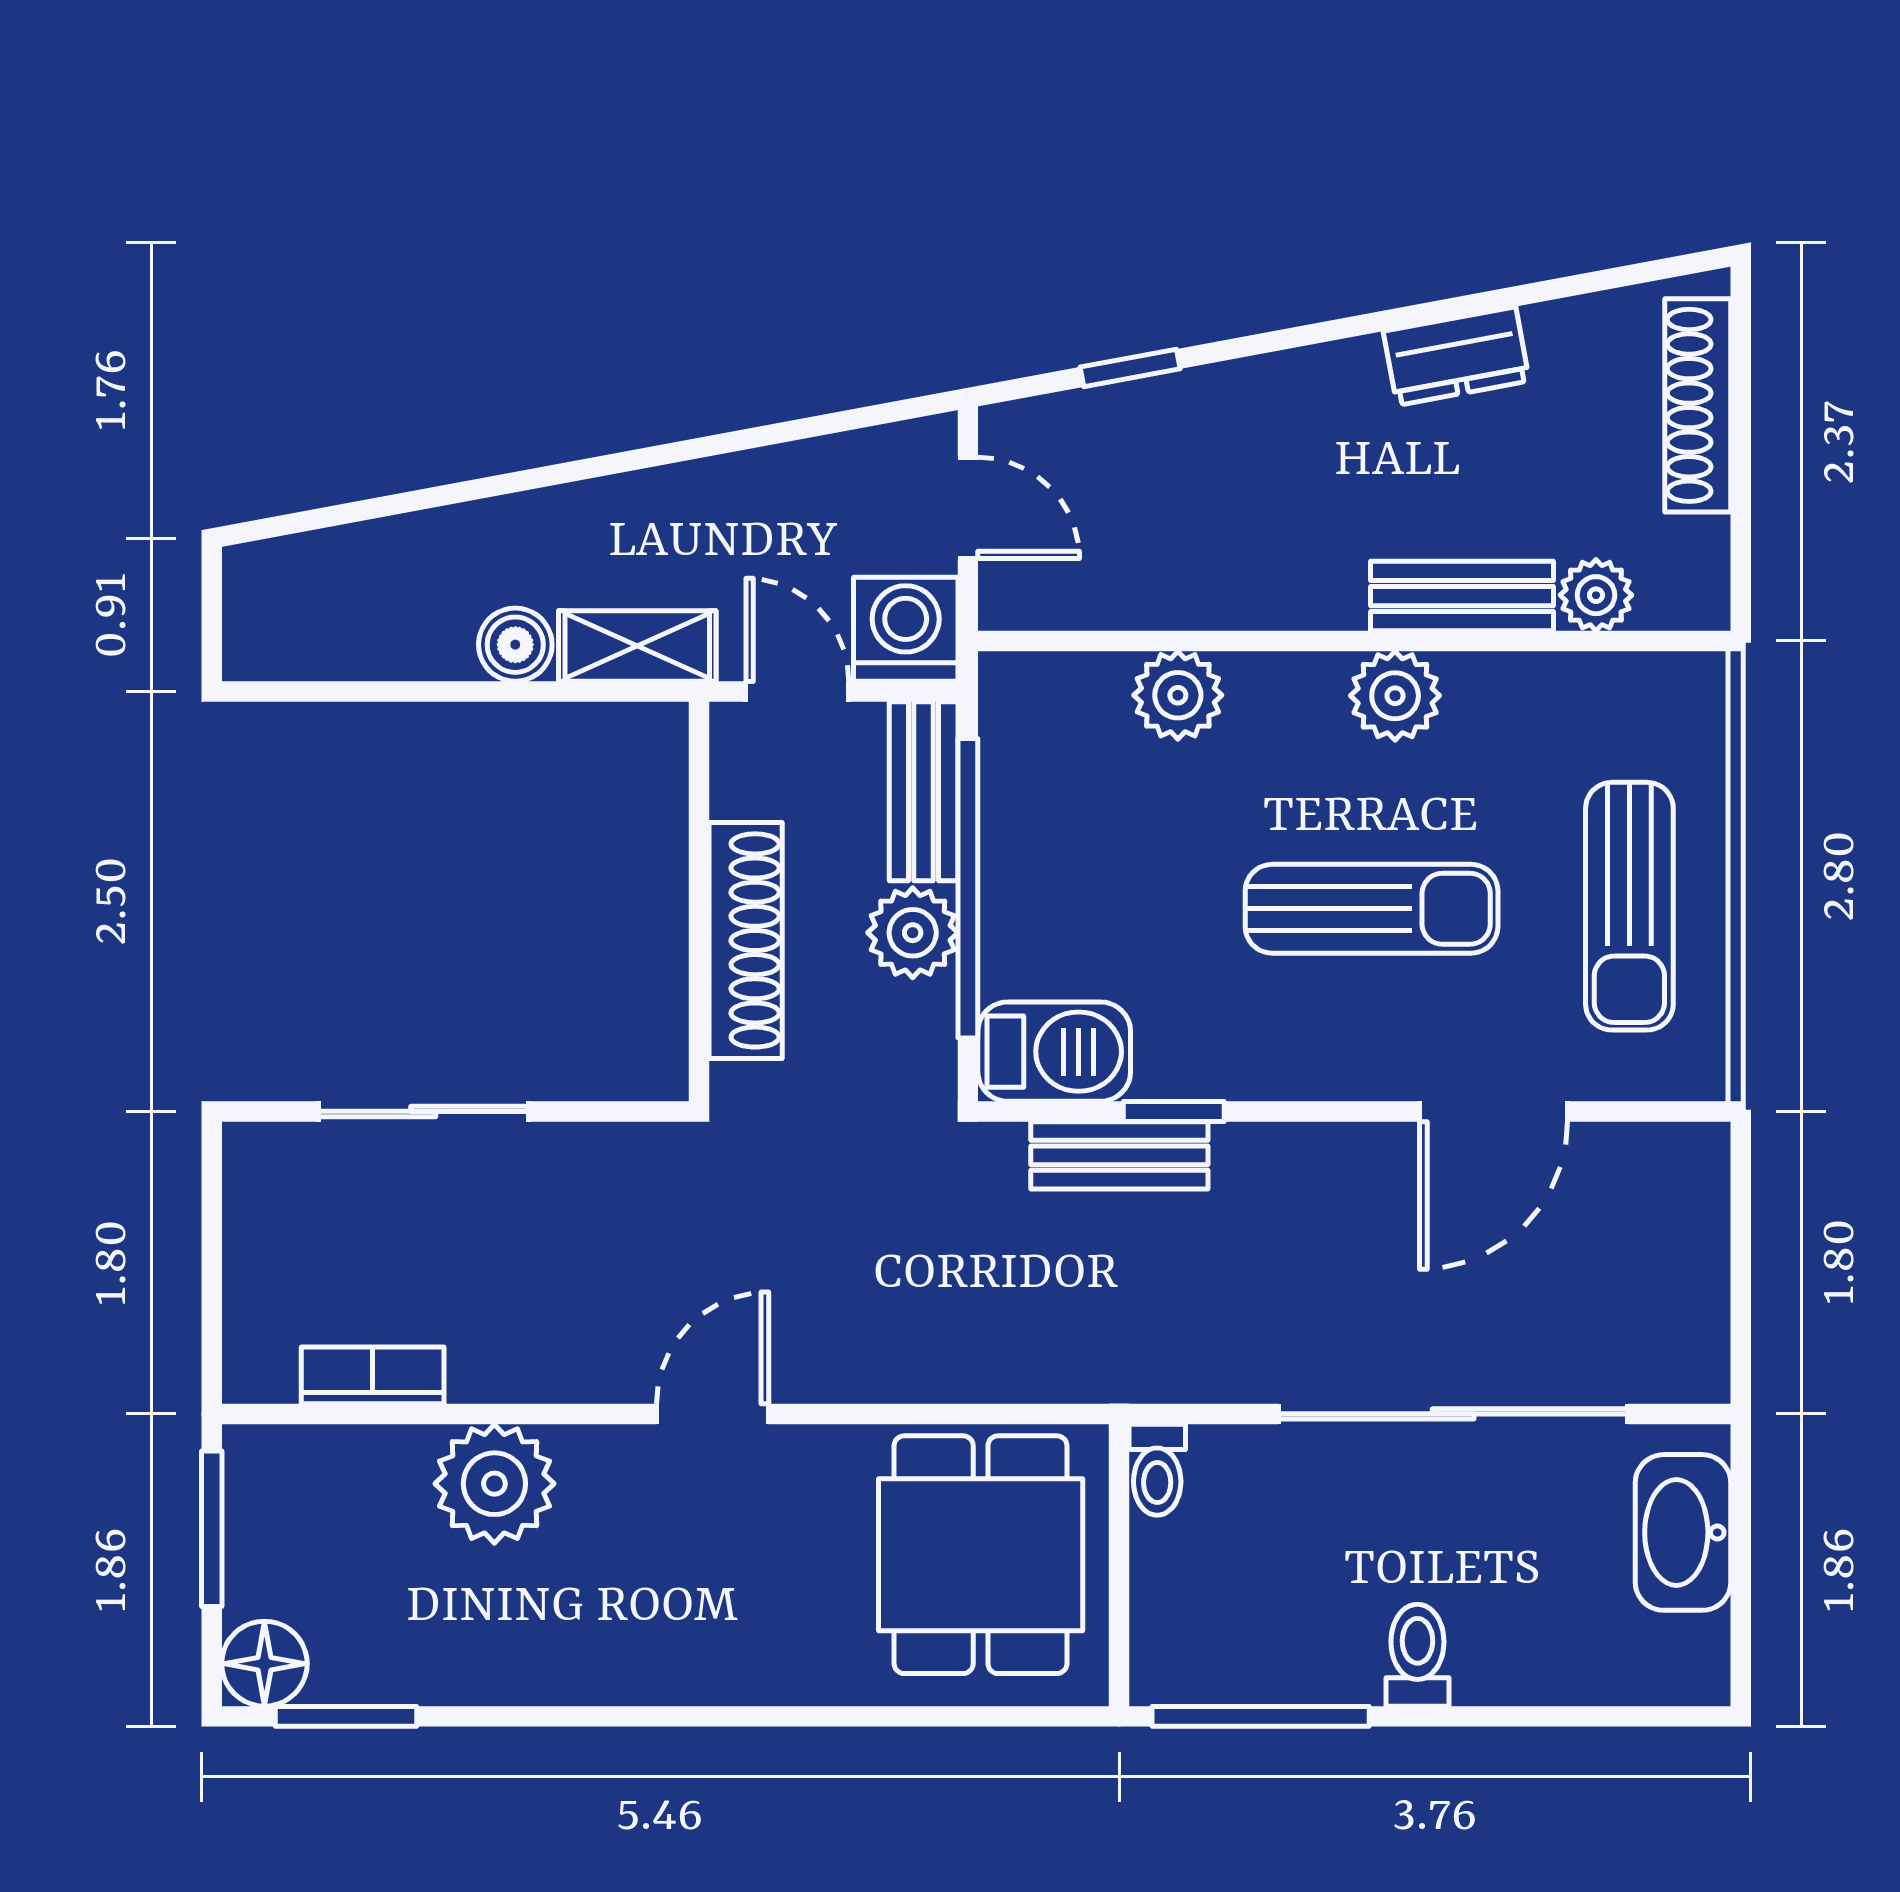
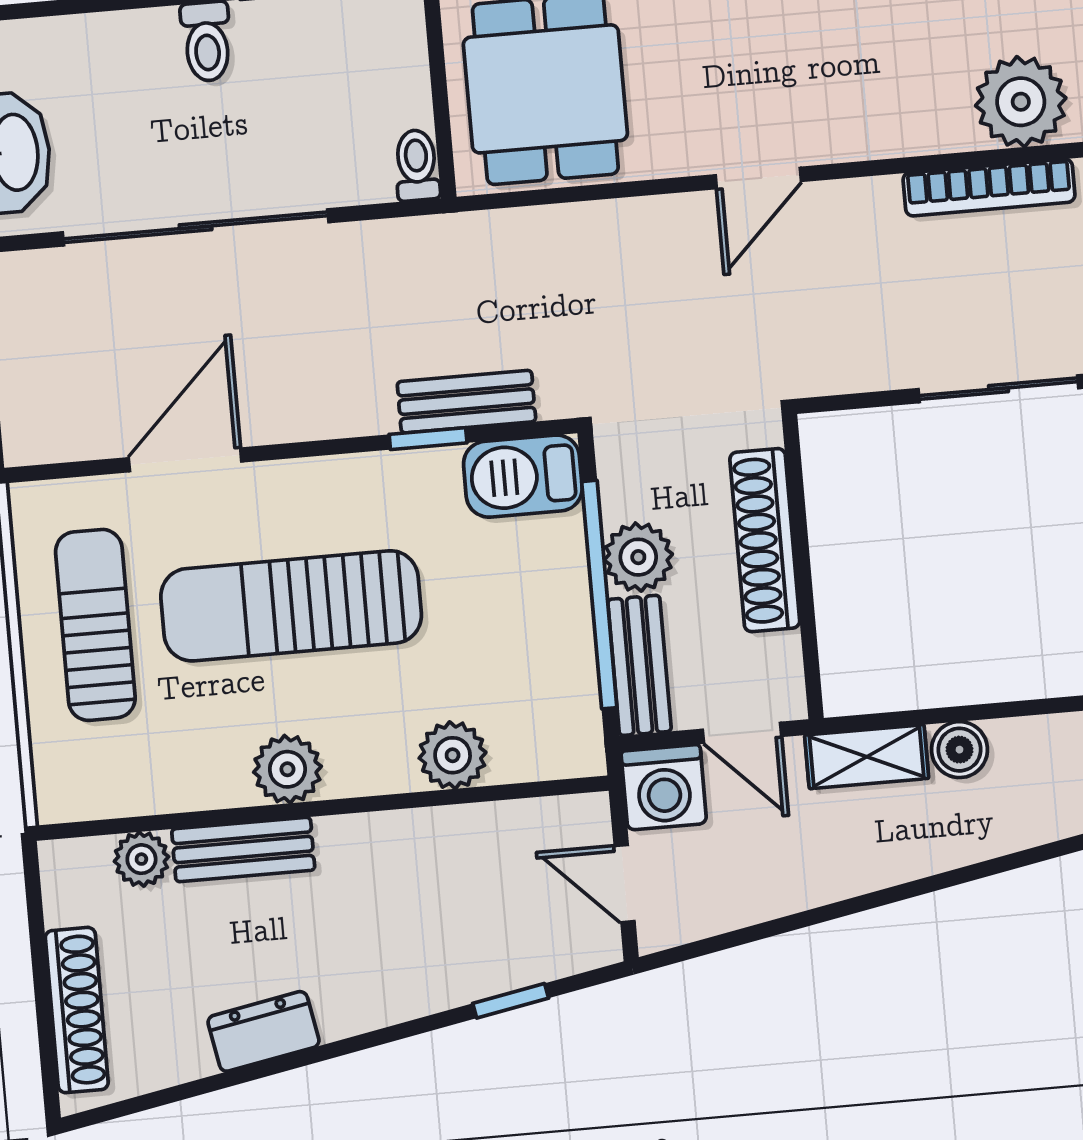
sun lounger: (1372, 909) -> (291, 606), width x1.36, depth x1.34
bookcase: (373, 1375) -> (989, 187), width x1.56
plant: (494, 1484) -> (1021, 102), moved

